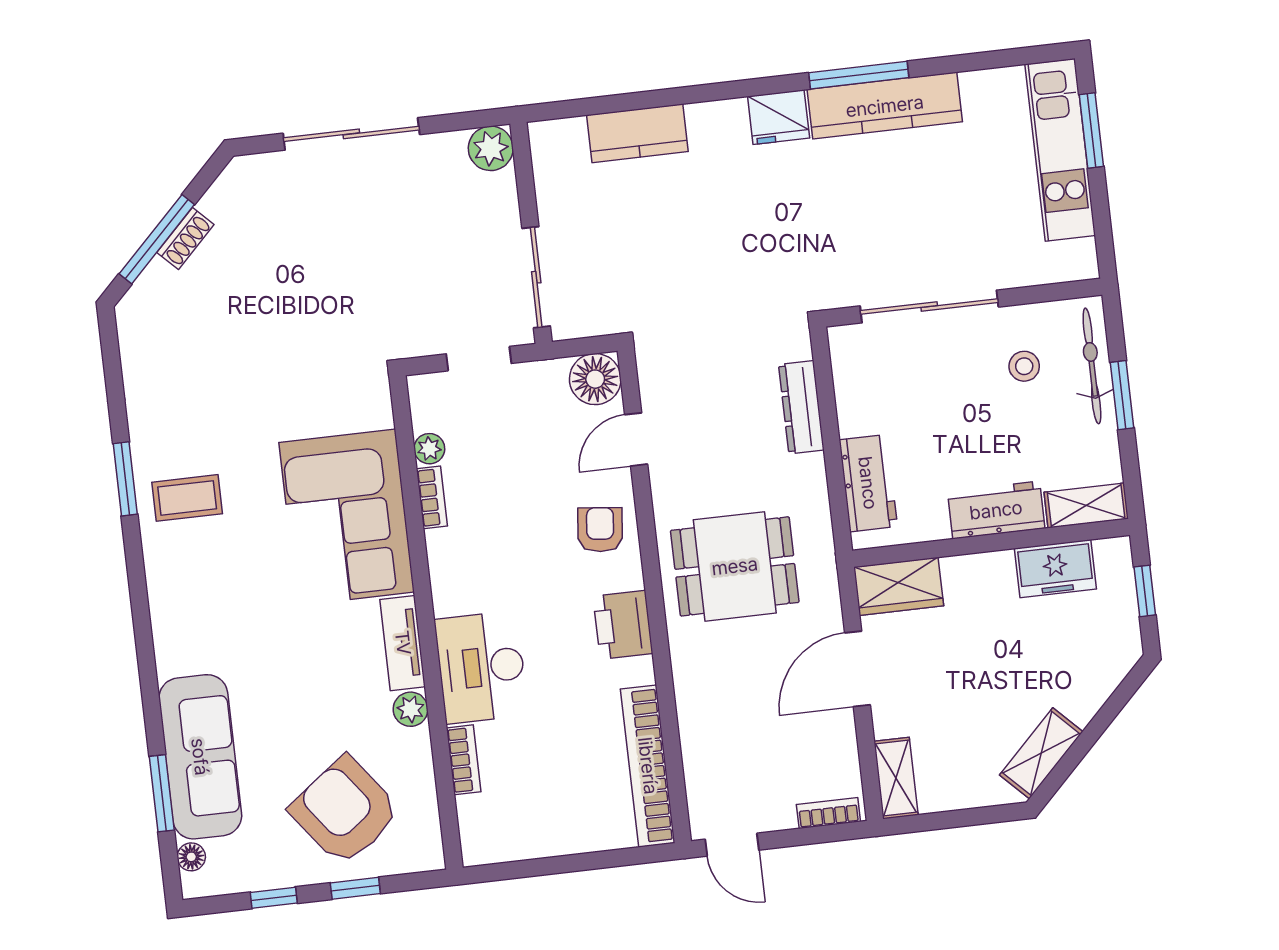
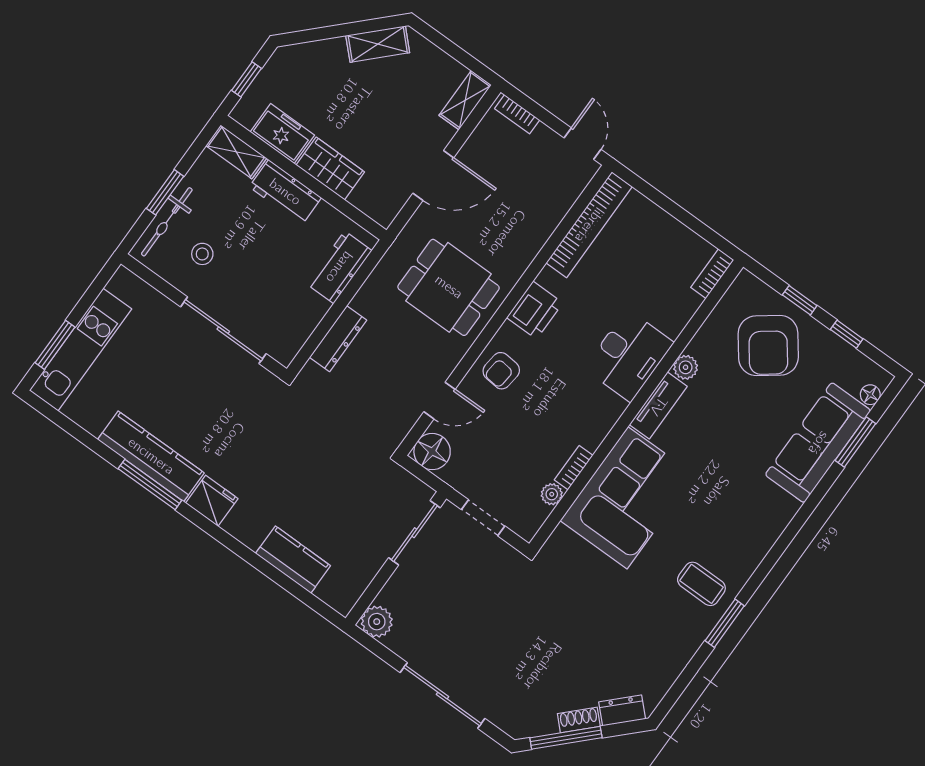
window: (157, 239) -> (566, 738), moved
dresser: (149, 290) -> (622, 711), added
wardrobe: (899, 586) -> (330, 168), moved
bookcase: (464, 760) -> (712, 274), moved

